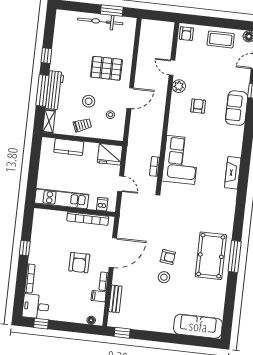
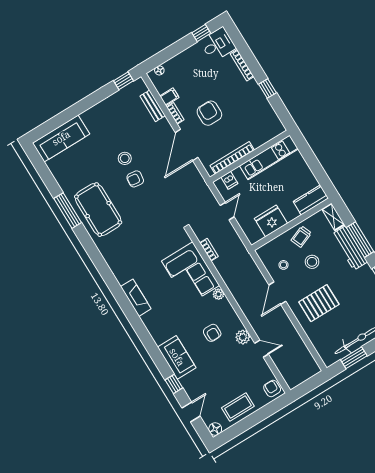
plant: (172, 130) -> (218, 294), added
kitchen counter: (69, 147) -> (311, 200), moved
fridge: (110, 154) -> (271, 221), moved
door: (121, 184) -> (227, 211), swing flipped
window: (235, 256) -> (68, 211), moved

